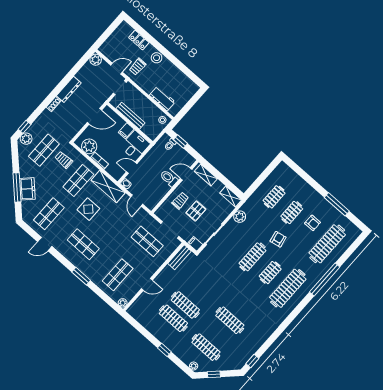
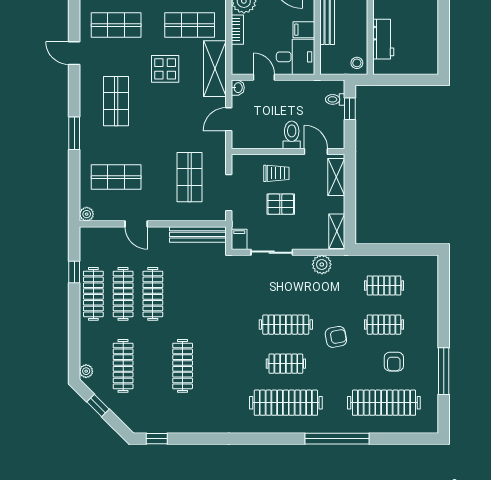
bench: (179, 257) -> (198, 234), width x1.36
clothes rail: (161, 332) -> (93, 294), added
window: (164, 350) -> (74, 272), moved

